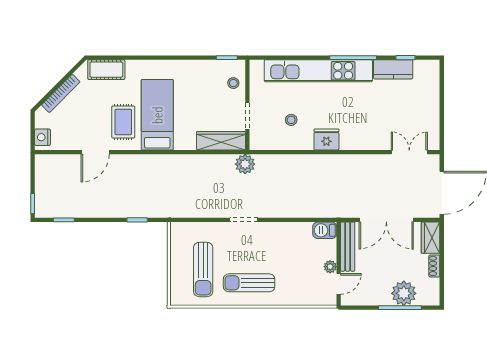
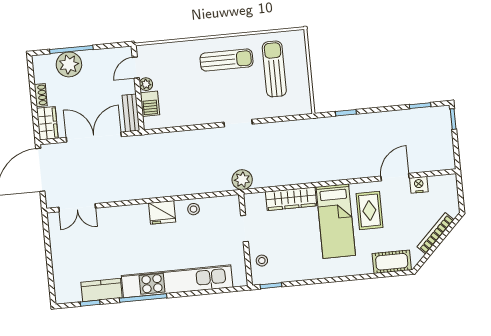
stool: (291, 120) -> (194, 209), moved
nightstand: (43, 137) -> (419, 185), moved, turned -90
wardrobe: (221, 141) -> (291, 199), moved
barbecue: (325, 230) -> (150, 104), moved, turned 90
bench: (348, 247) -> (131, 113), width x0.73

